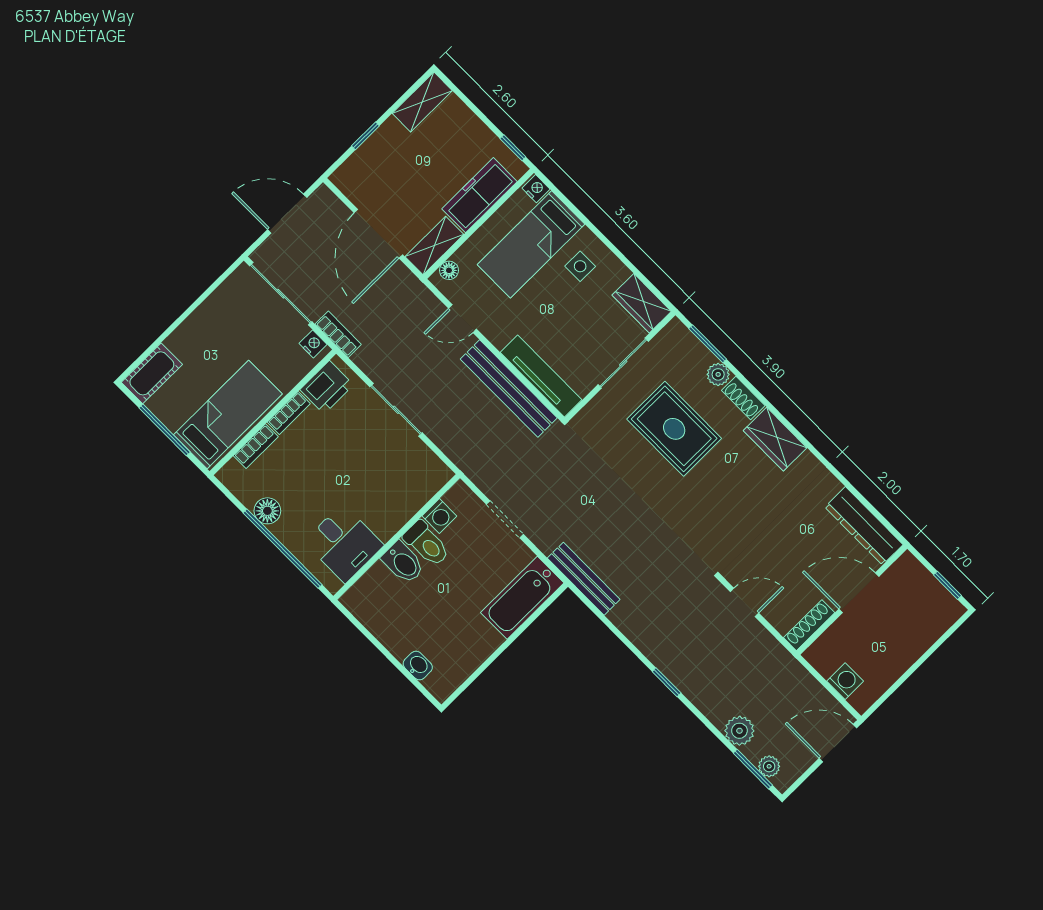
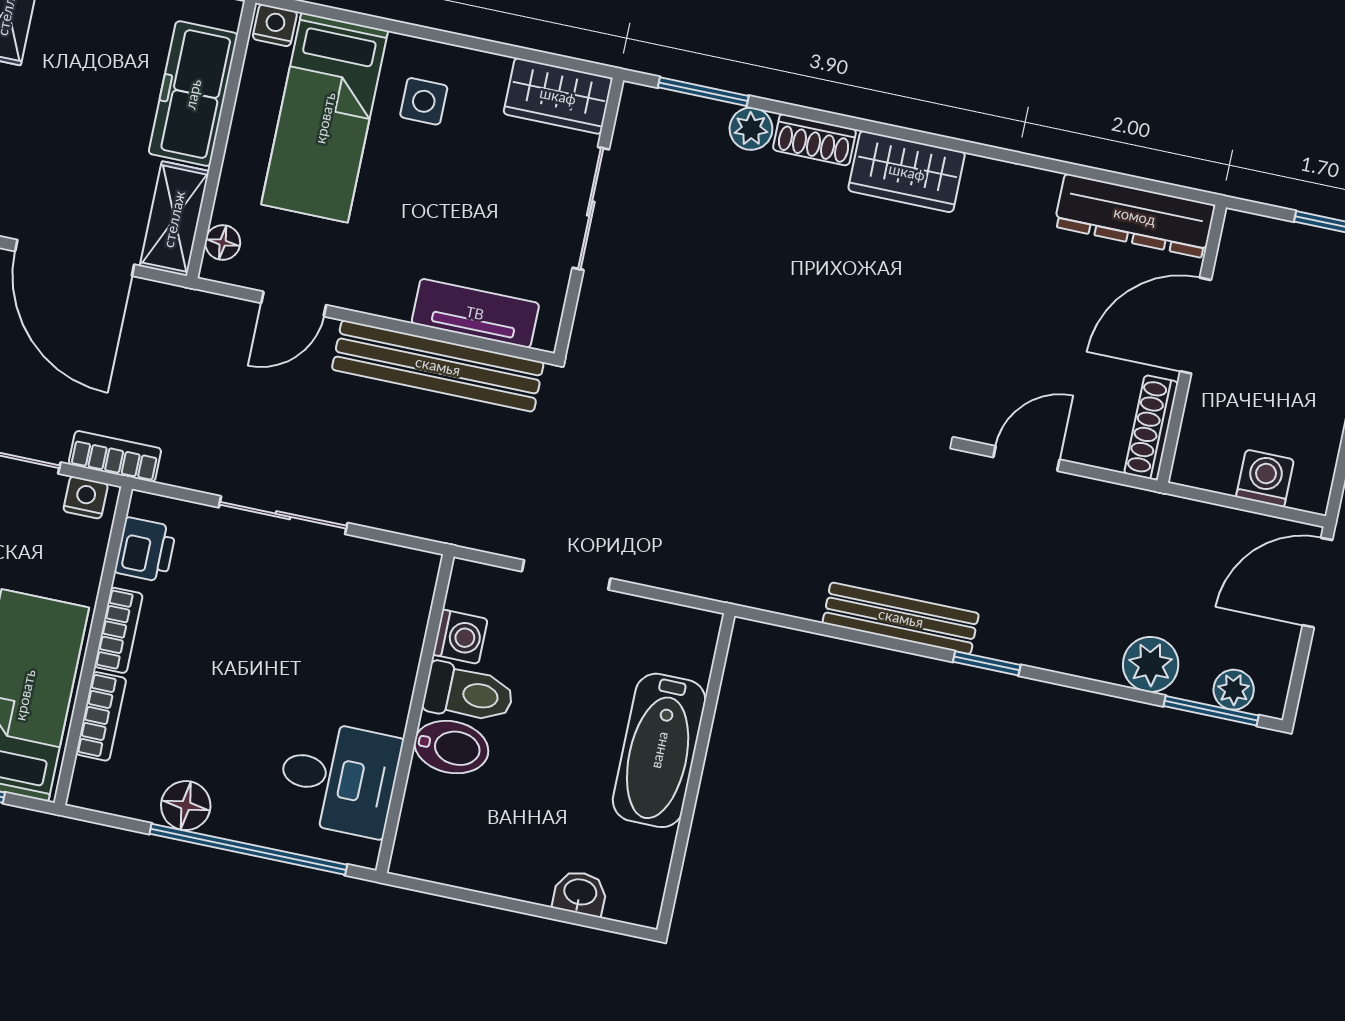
tv unit: (541, 376) -> (475, 313), width x0.71
printer: (327, 387) -> (145, 550), width x0.73, depth x0.81
rug: (674, 429) -> (738, 259), removed
bench: (584, 579) -> (901, 618), moved
bathtub: (522, 598) -> (659, 750), moved

